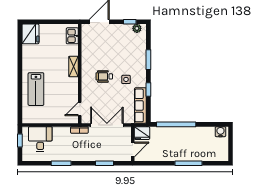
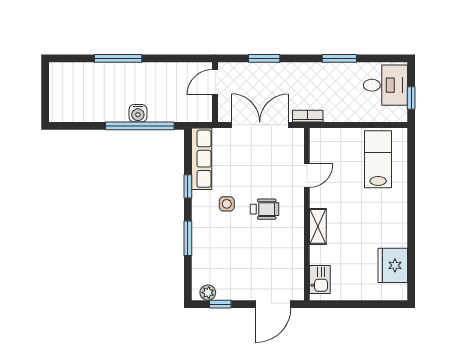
fridge: (30, 34) -> (393, 265), moved
lab bench: (36, 89) -> (378, 159), moved
door: (80, 109) -> (307, 176), moved
double door: (107, 125) -> (260, 125), swing flipped
water cooler: (220, 132) -> (138, 113), moved
fridge: (142, 133) -> (199, 111), removed
desk: (40, 139) -> (385, 85), moved, turned -90

